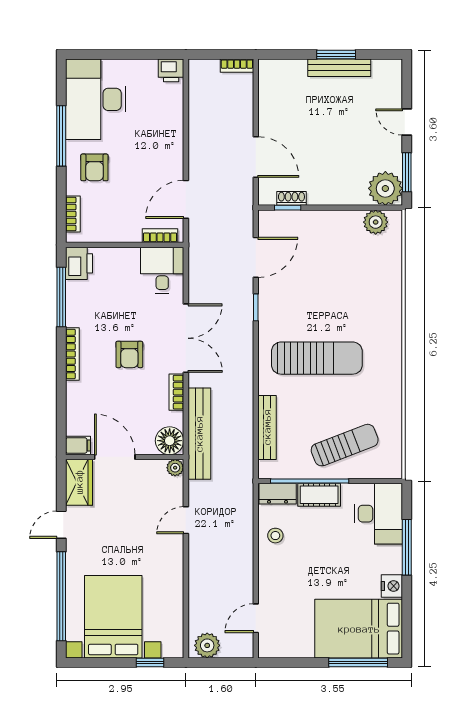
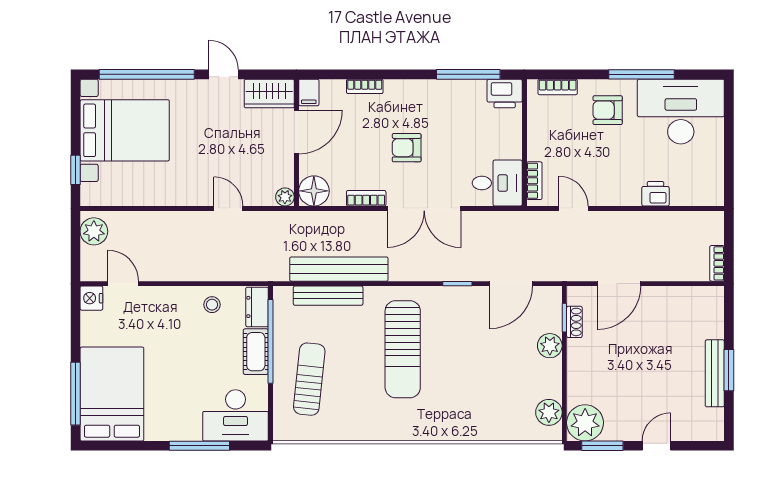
printer: (171, 70) -> (656, 194), moved, turned 90
door: (186, 199) -> (573, 208), width x0.73
plant: (314, 221) -> (550, 346), added
door: (256, 257) -> (511, 284), hinge flipped
bookcase: (72, 354) -> (365, 86), moved, width x0.64
bench: (199, 434) -> (339, 269), moved
sun lounger: (345, 445) -> (309, 379), turned -153
nightstand: (392, 586) -> (91, 298), moved, turned 90

